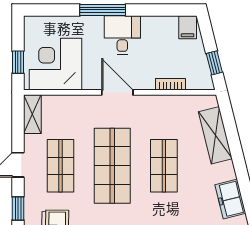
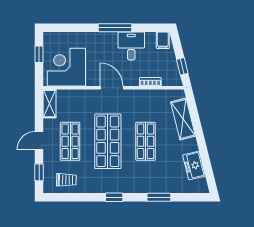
window: (103, 10) -> (115, 28), moved
desk: (122, 35) -> (131, 46), moved
window: (18, 62) -> (39, 54), moved

